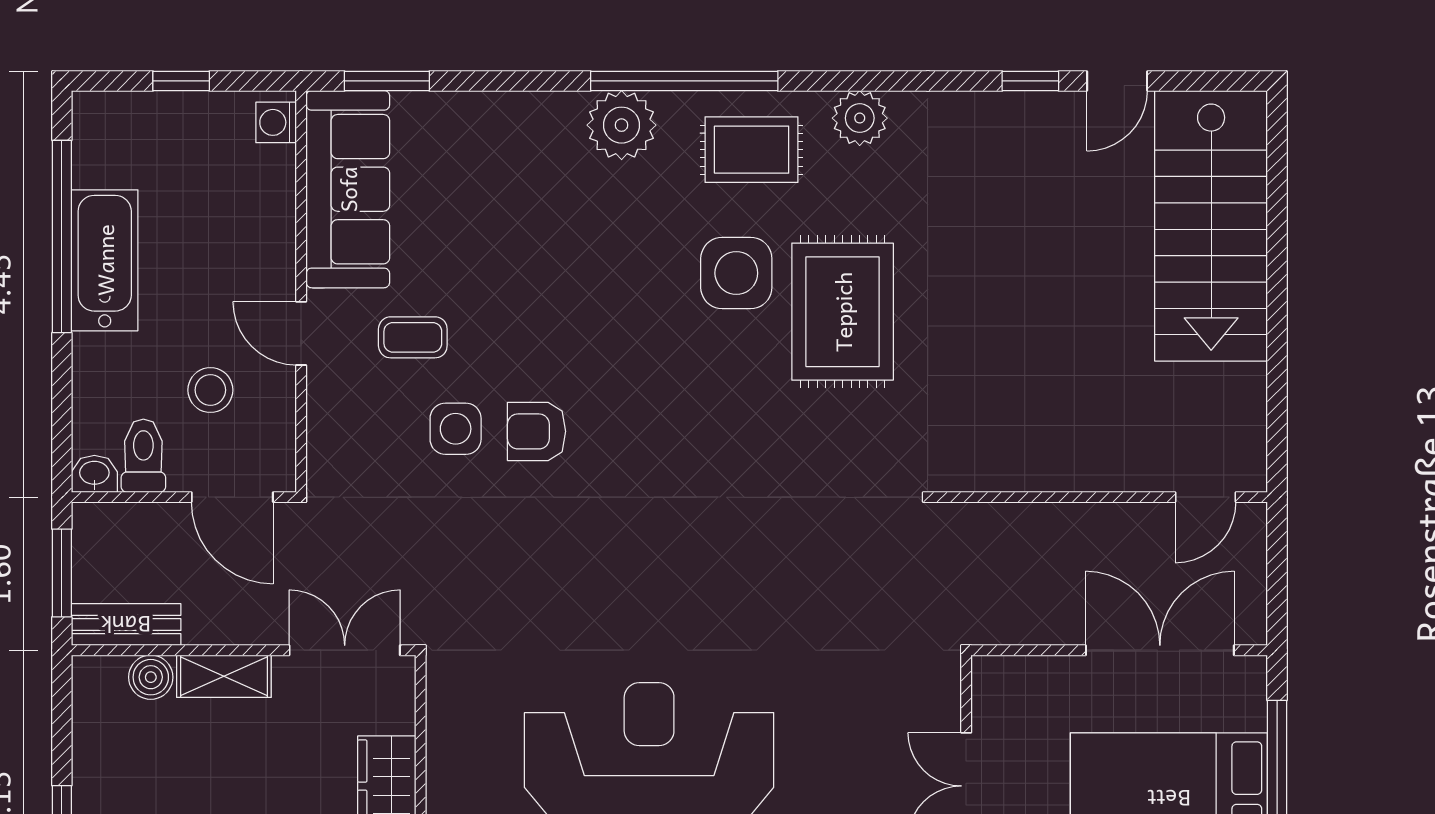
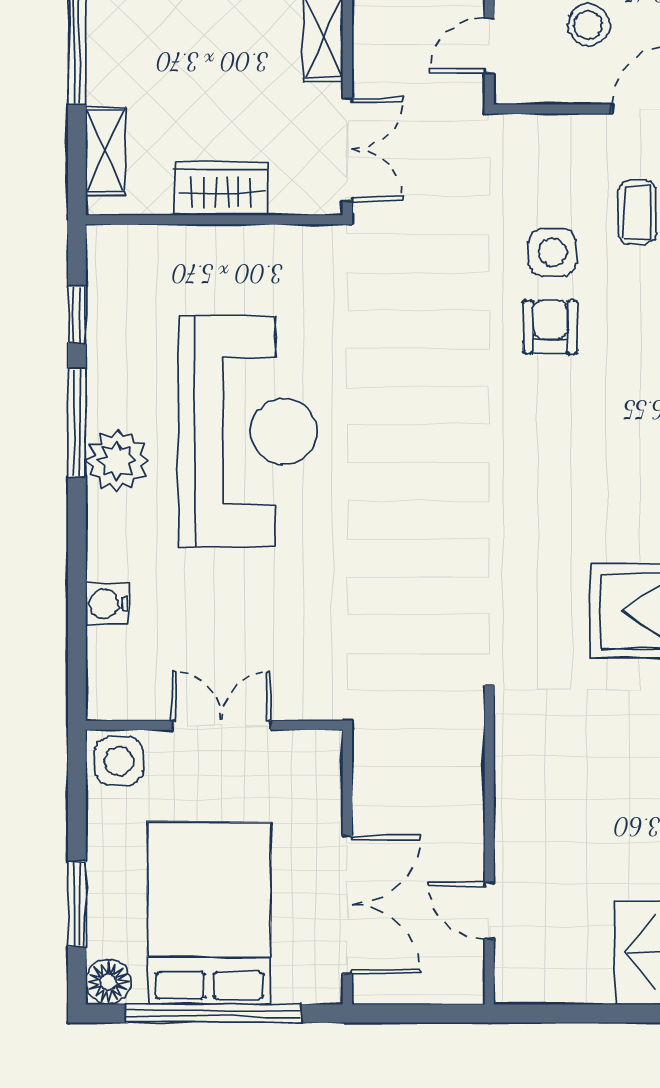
door: (232, 497) -> (489, 45), width x0.73
door: (1206, 497) -> (489, 911), moved

